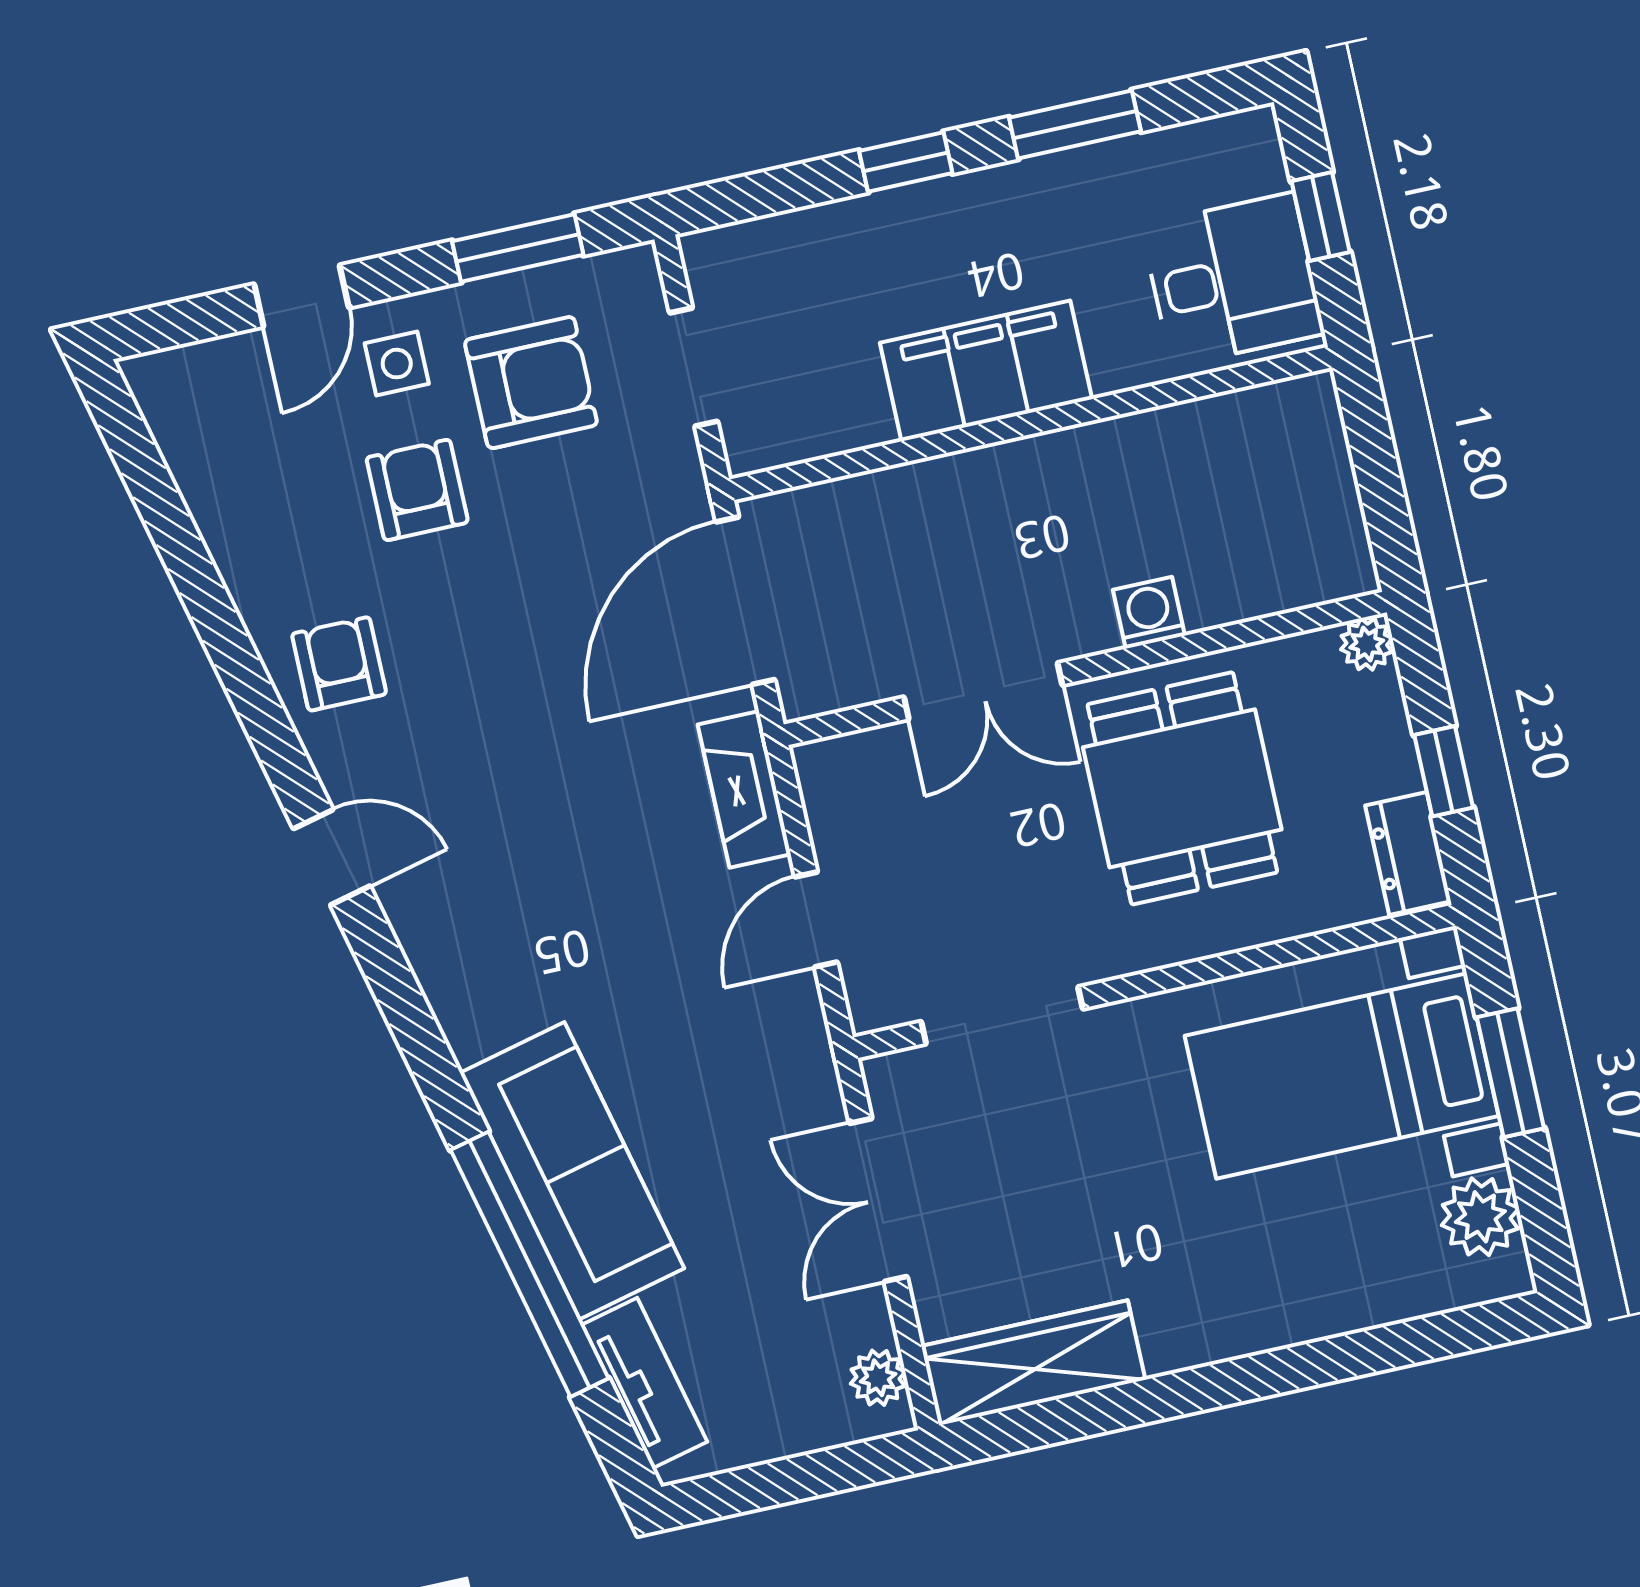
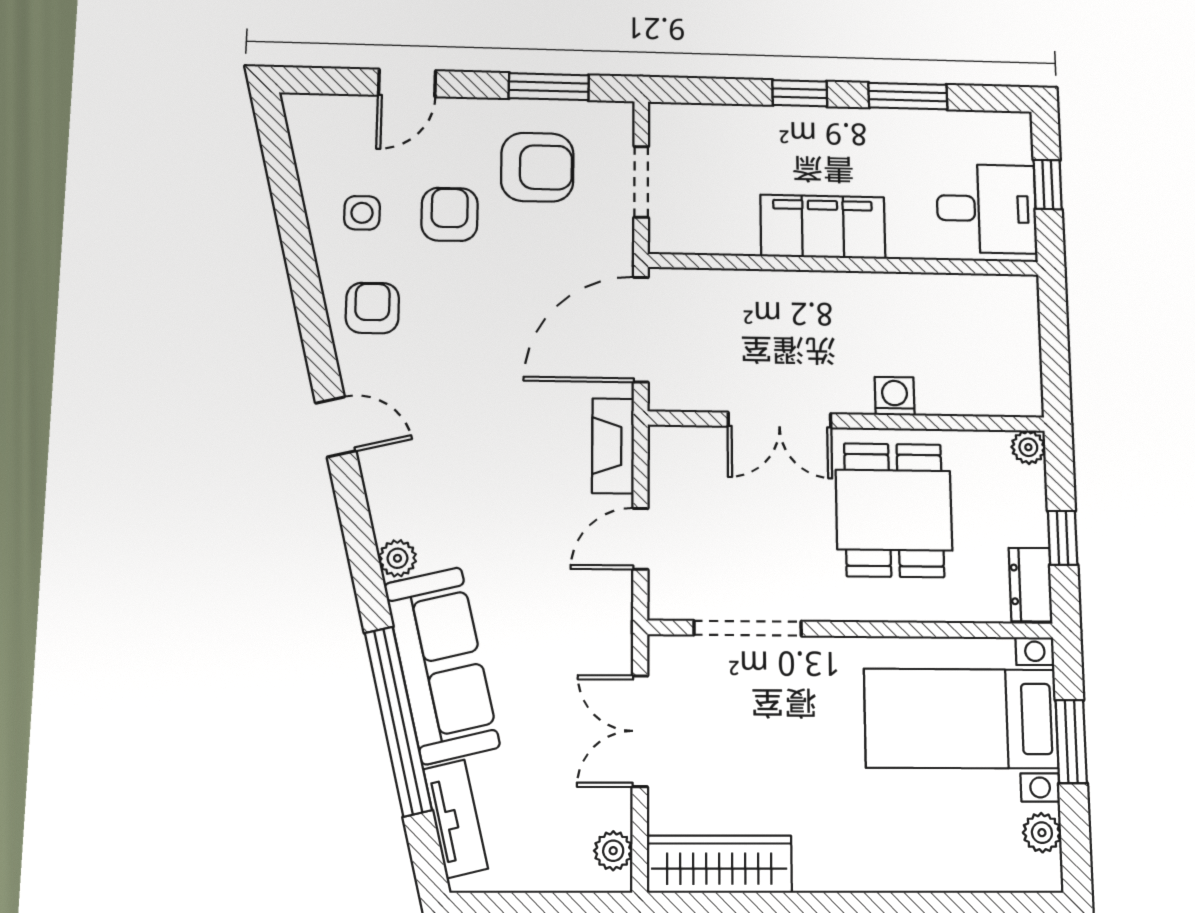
side table: (397, 364) -> (362, 213), moved
plant: (470, 1031) -> (397, 558), added
plant: (1480, 1217) -> (1042, 833), width x0.73, depth x0.73

